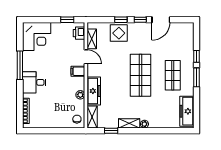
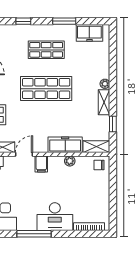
window: (196, 77) -> (64, 21), moved
desk: (34, 82) -> (55, 217), width x1.37
freezer: (187, 111) -> (89, 33), width x0.71

